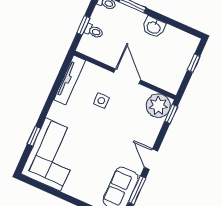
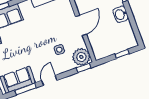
side table: (101, 101) -> (59, 50), moved

